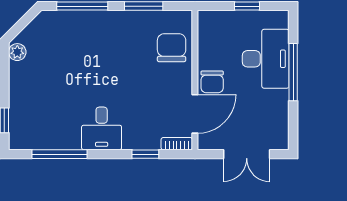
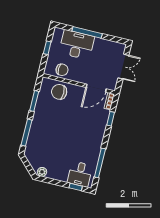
chair: (212, 82) -> (62, 70), moved
door: (195, 114) -> (96, 88), swing flipped
desk: (102, 128) -> (80, 174), moved, turned 90

